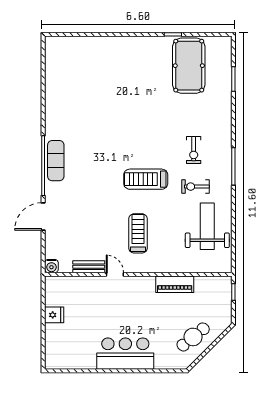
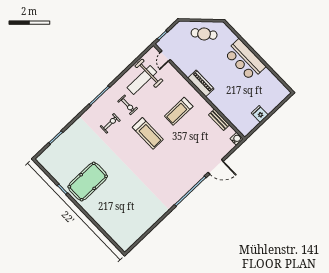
pool table: (189, 66) -> (88, 182), moved
exercise mat: (56, 161) -> (182, 187), removed
door: (115, 274) -> (165, 56), moved
piano: (175, 284) -> (201, 83), moved

